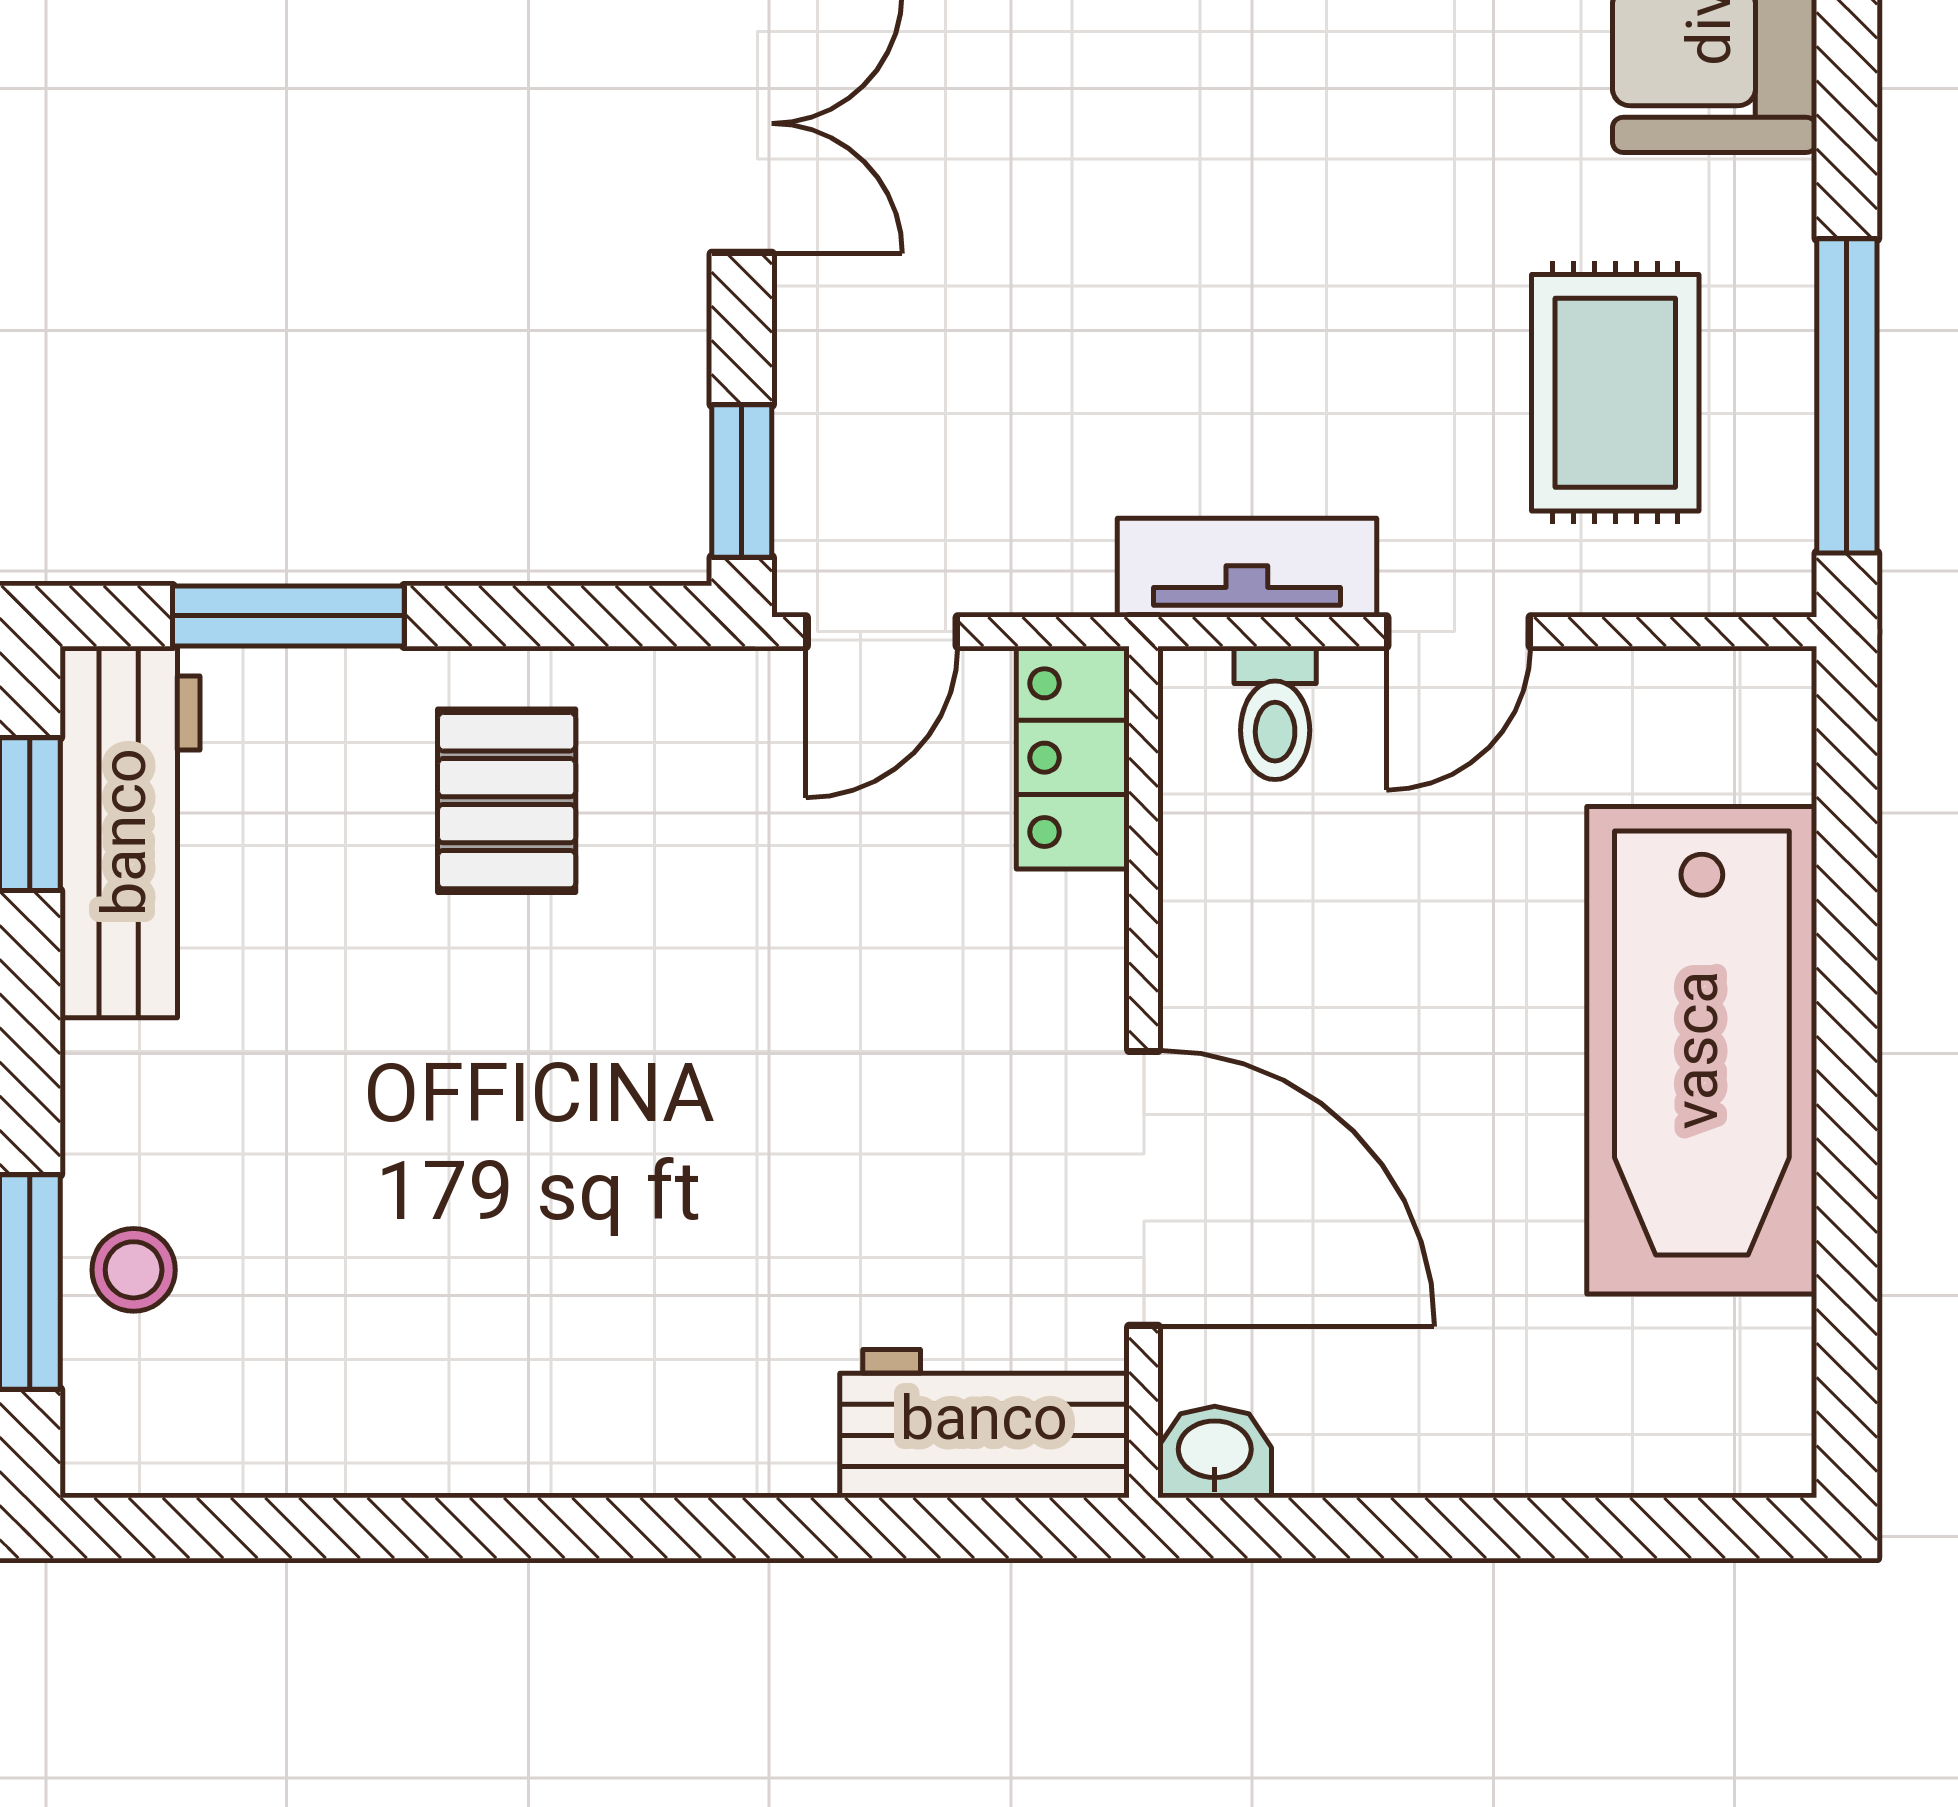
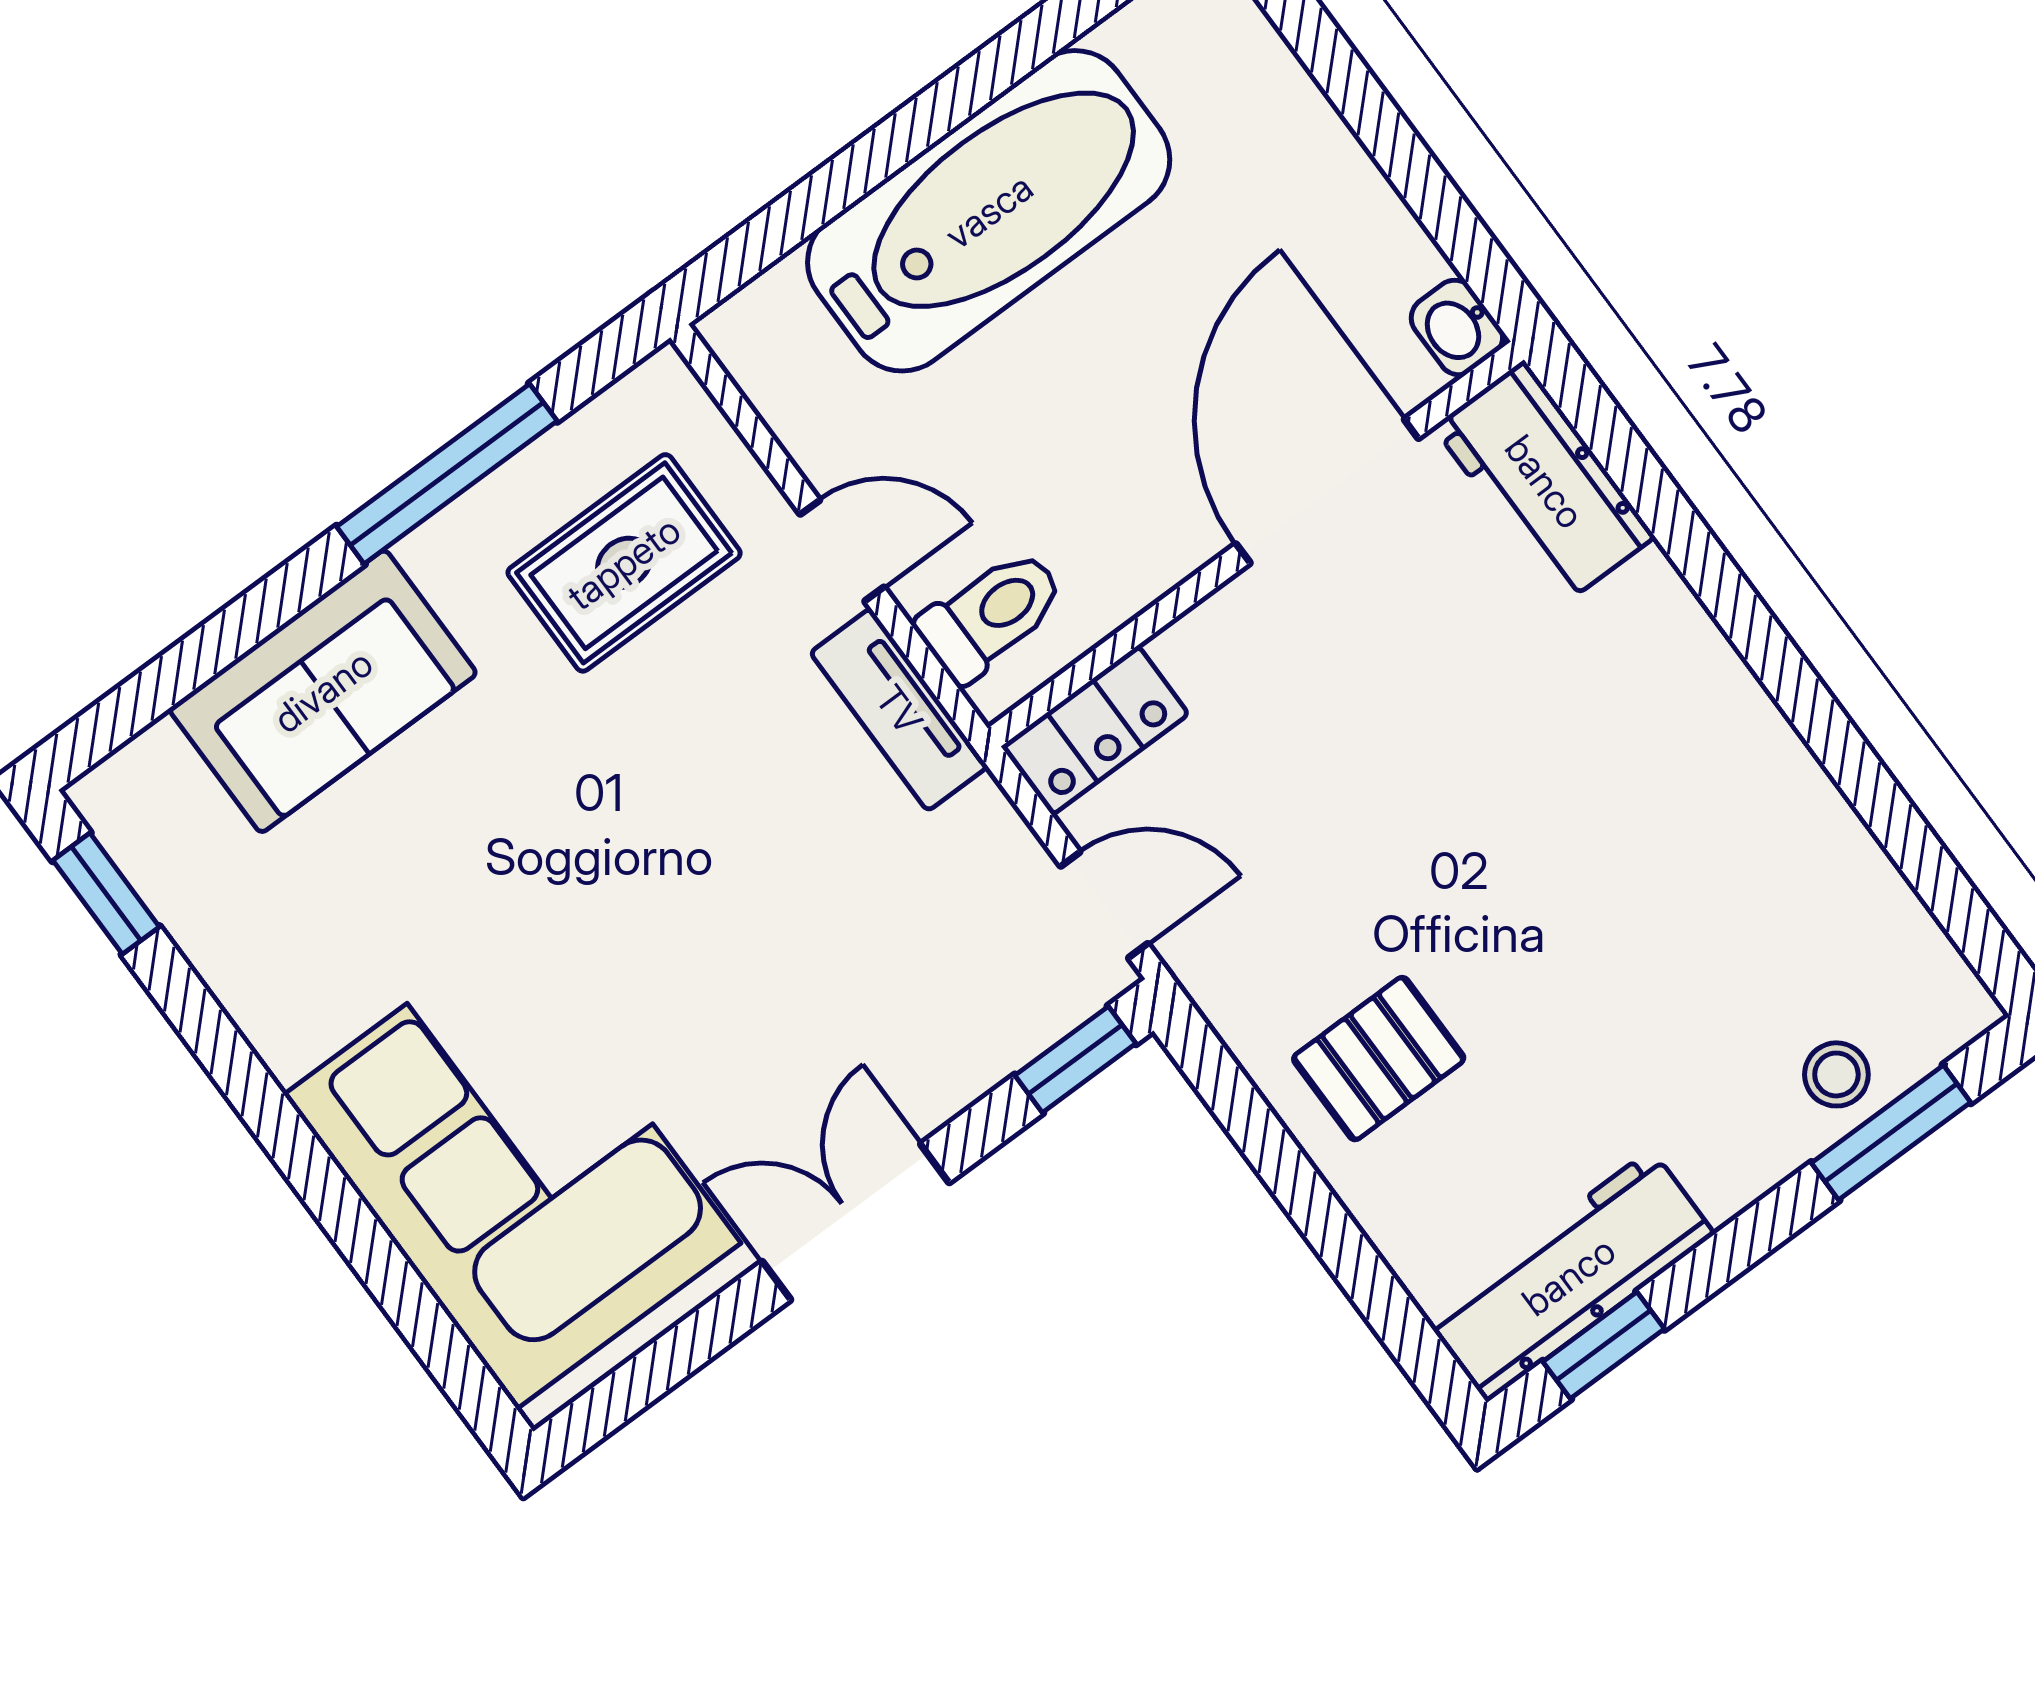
window: (1847, 396) -> (447, 474), moved
window: (288, 616) -> (1364, 1277), removed
toilet: (1275, 713) -> (991, 615), width x1.37, depth x1.39

